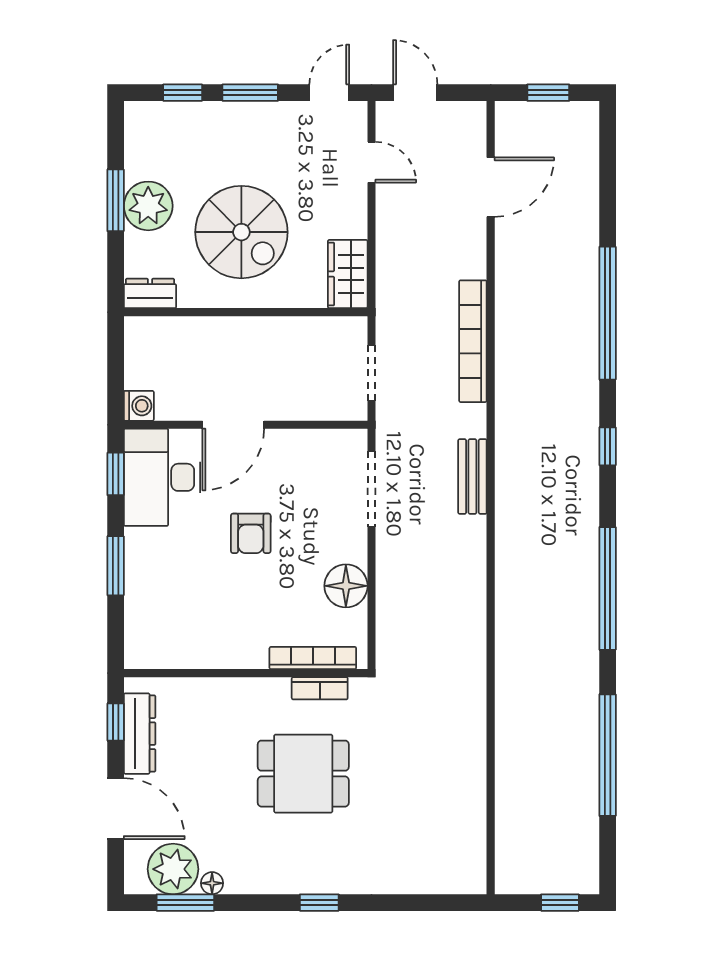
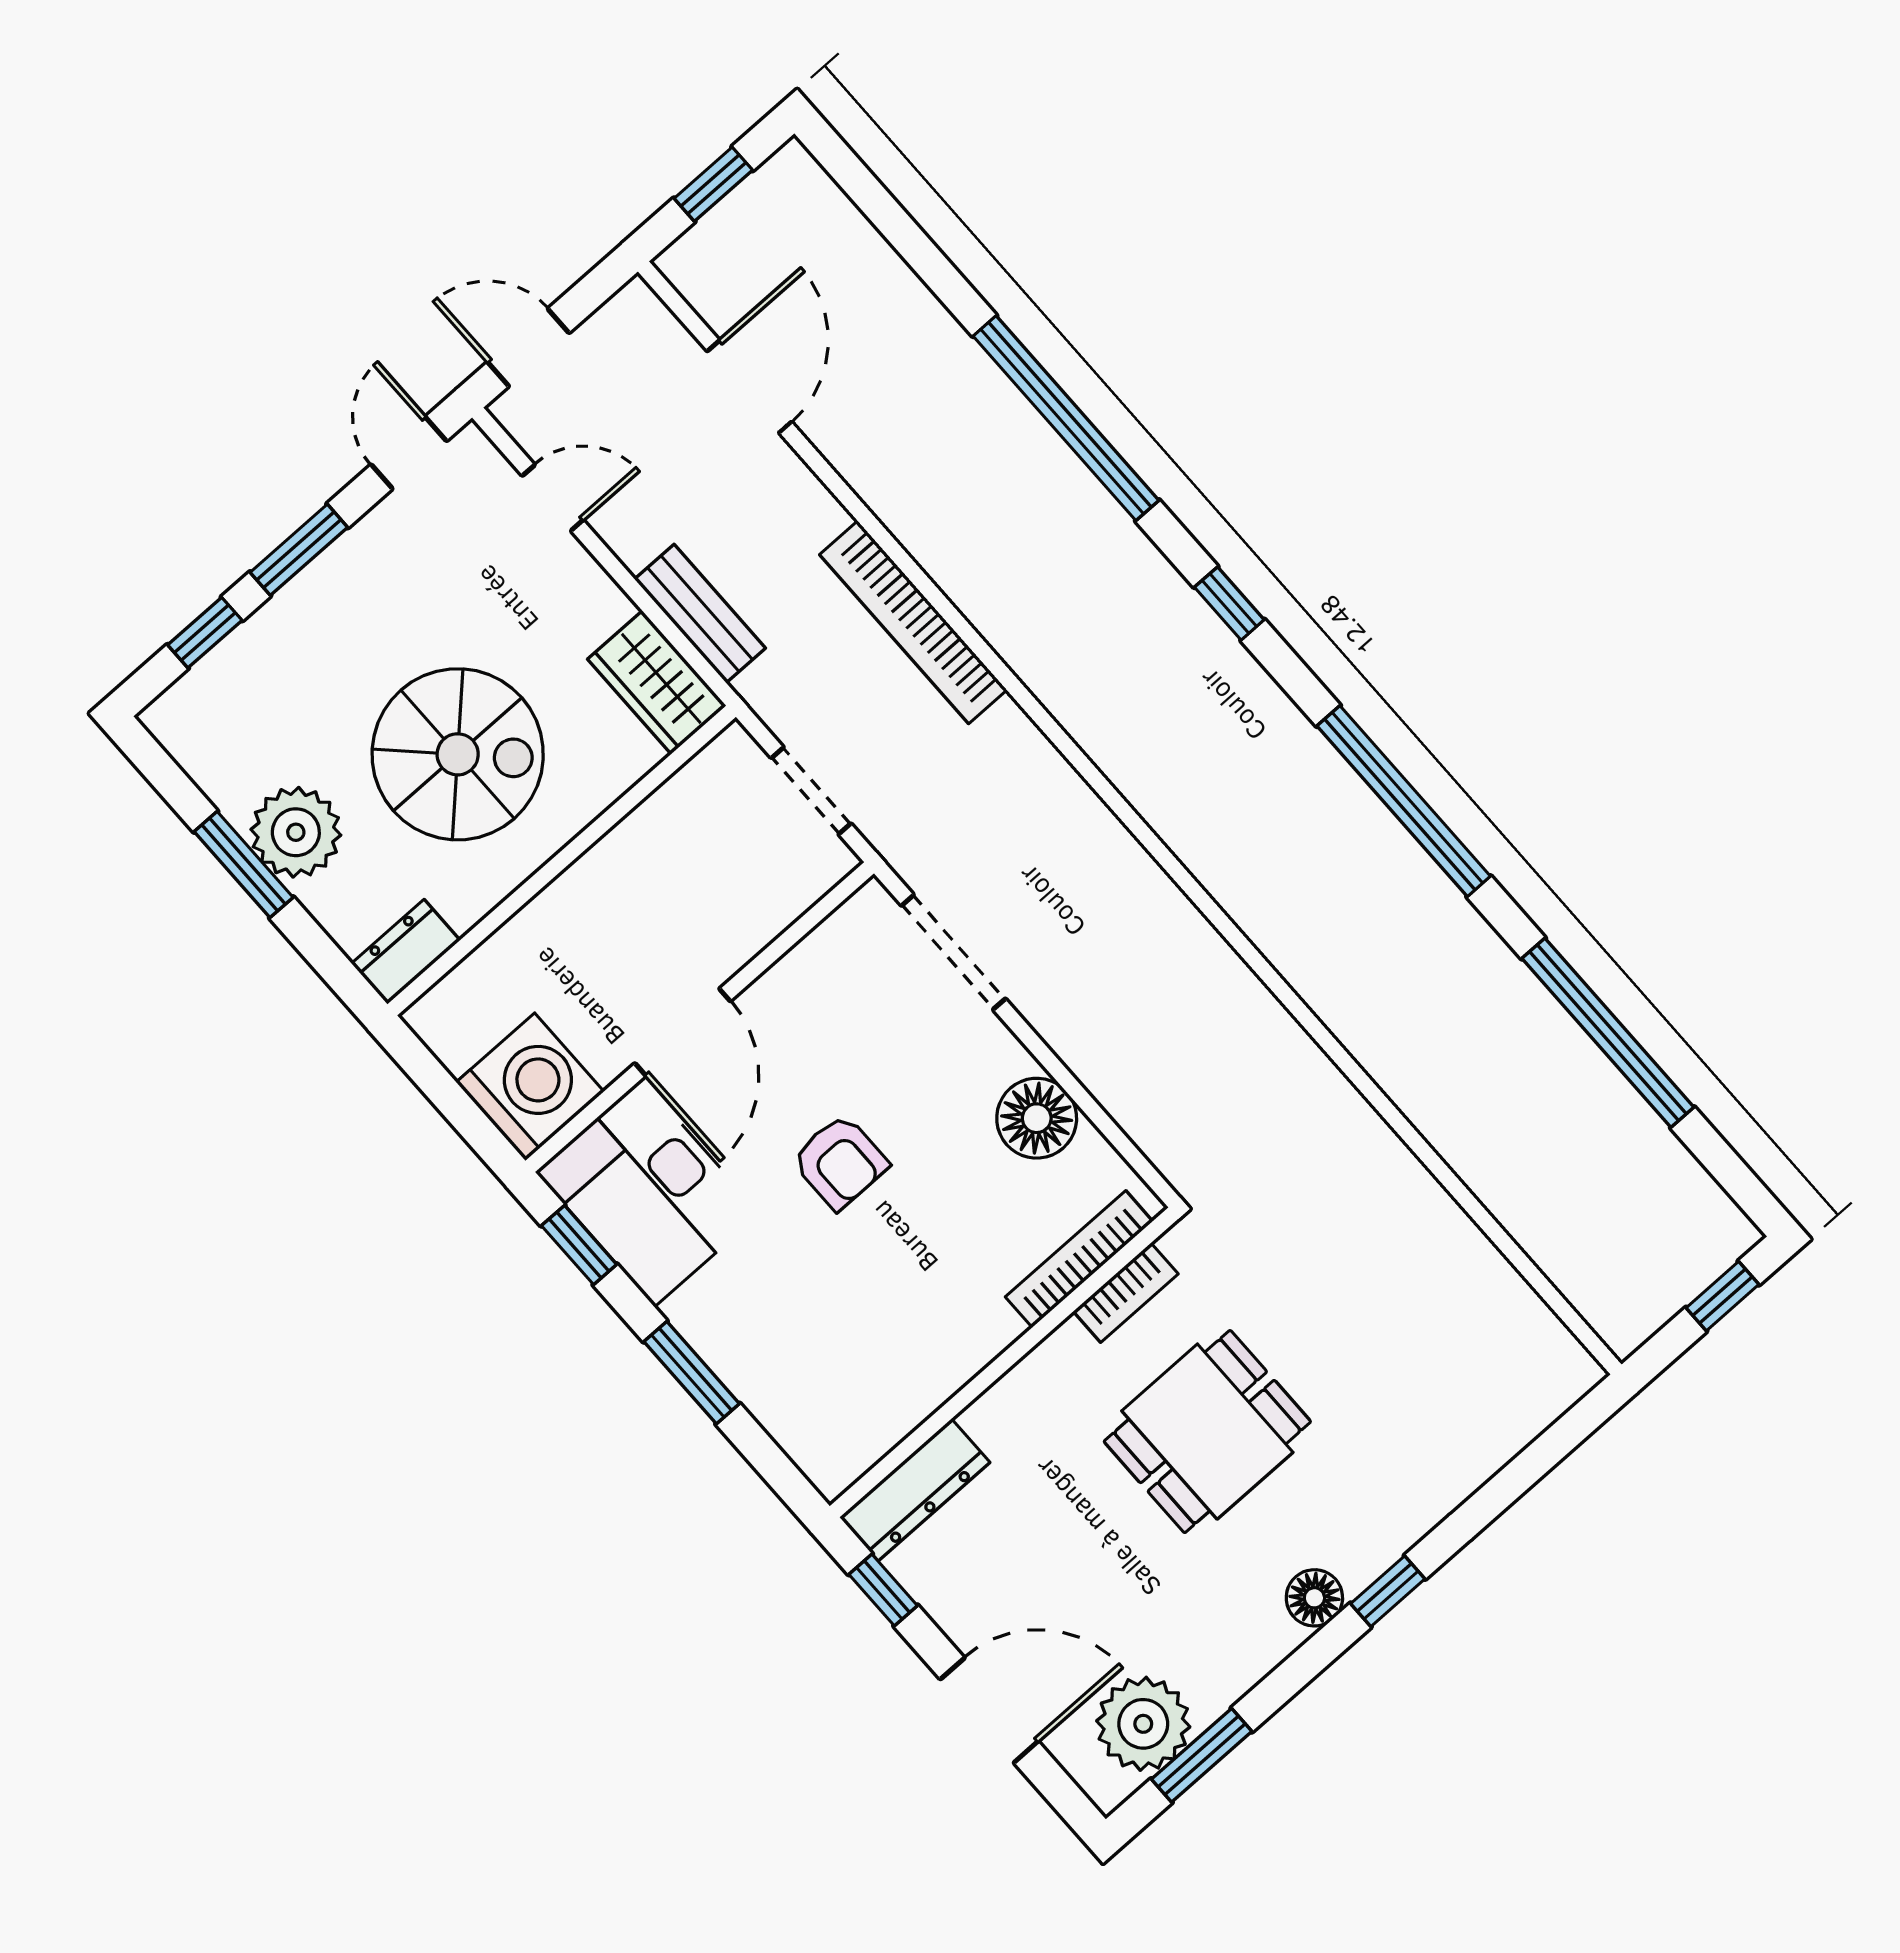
washing machine: (139, 406) -> (530, 1087), width x1.89, depth x1.89
bench: (472, 477) -> (700, 614), moved
dresser: (140, 734) -> (915, 1490), moved, turned 90
floor lamp: (212, 883) -> (1314, 1598), moved, width x1.37, depth x1.37

